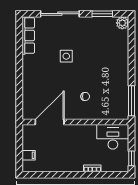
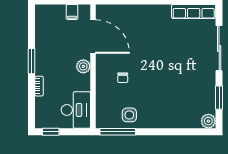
side table: (66, 56) -> (129, 115), moved
plant: (75, 130) -> (83, 66), added
filing cabinet: (29, 155) -> (72, 12), moved
window: (71, 175) -> (32, 61), added

